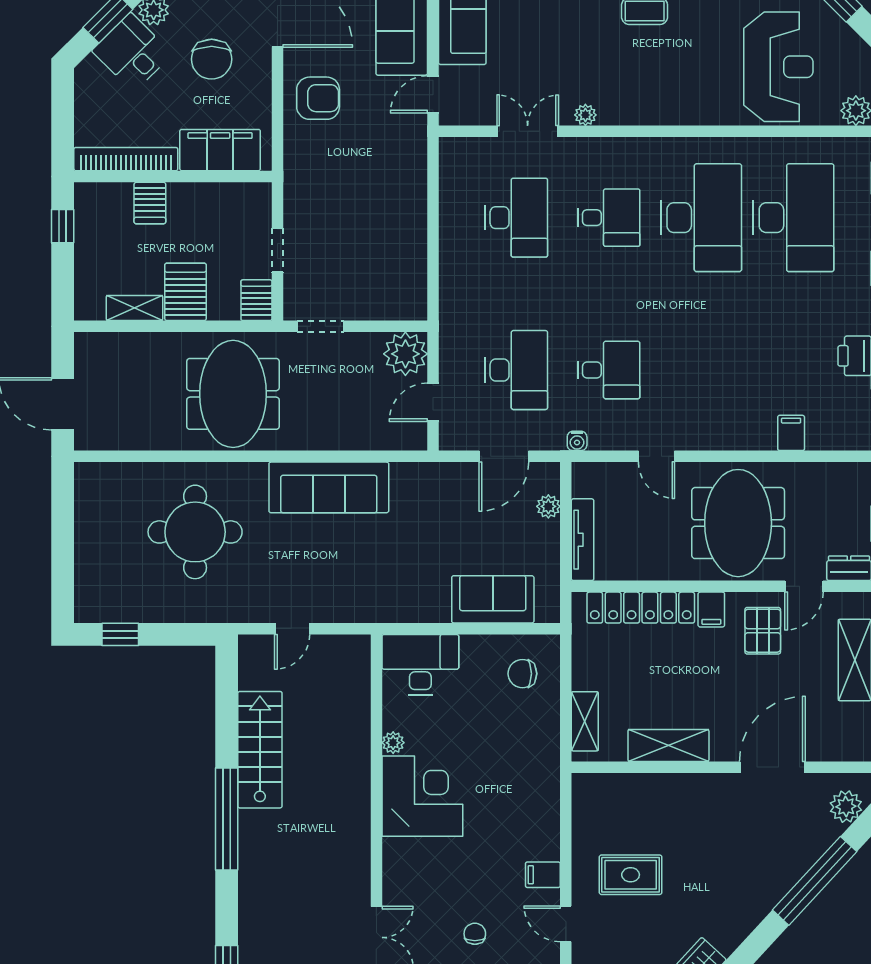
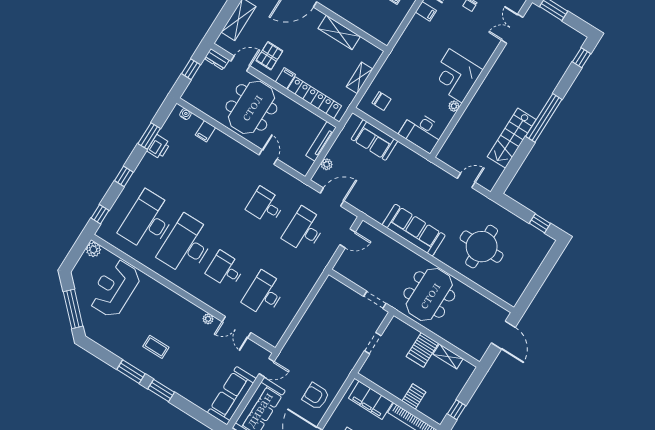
server rack: (256, 300) -> (395, 328), removed
plant: (405, 354) -> (346, 266), removed
water cooler: (577, 441) -> (185, 114), moved
shelving: (585, 721) -> (360, 78), moved

